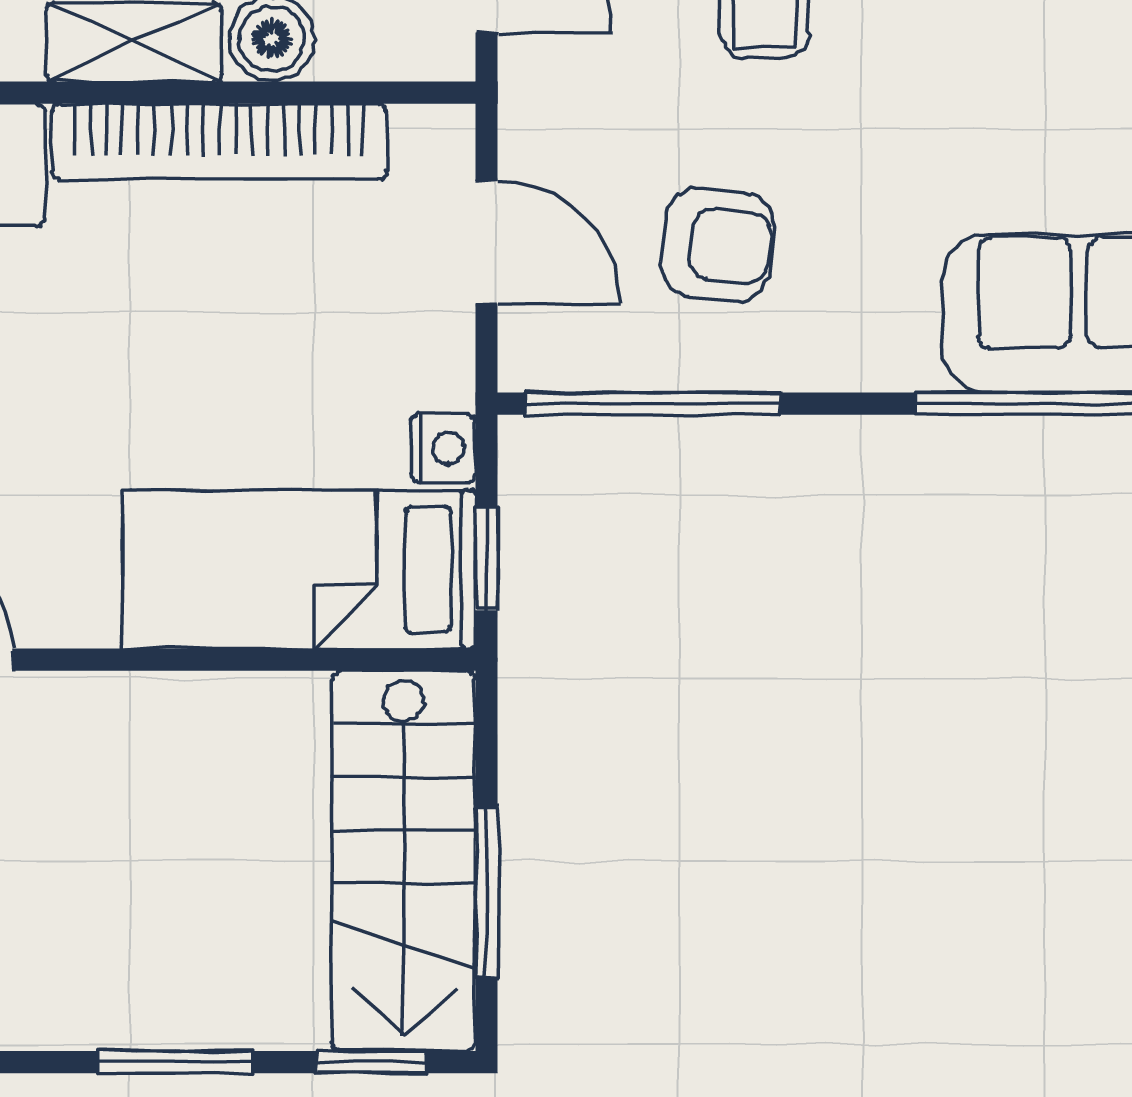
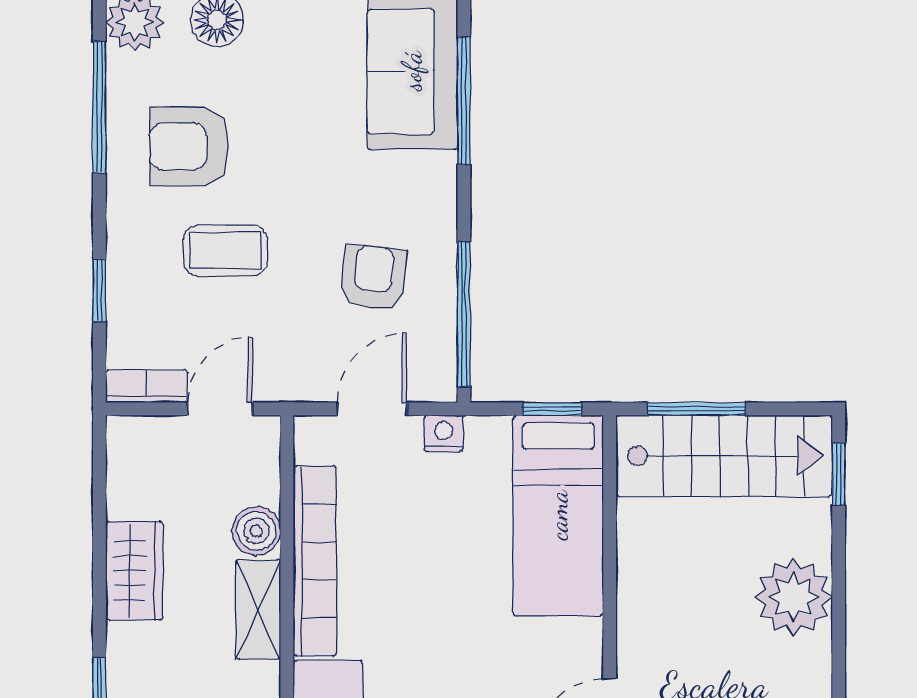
nightstand: (443, 448) -> (444, 433), moved
window: (487, 892) -> (697, 409), moved
plant: (156, 983) -> (794, 597), added
window: (175, 1062) -> (839, 586), removed

